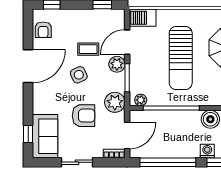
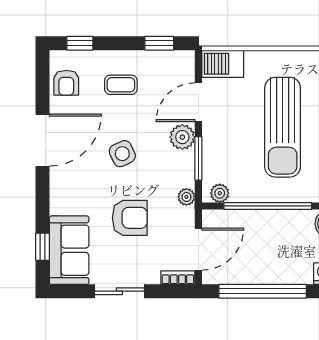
coffee table: (88, 49) -> (121, 85), moved
plant: (115, 102) -> (186, 197), width x0.53, depth x0.53

